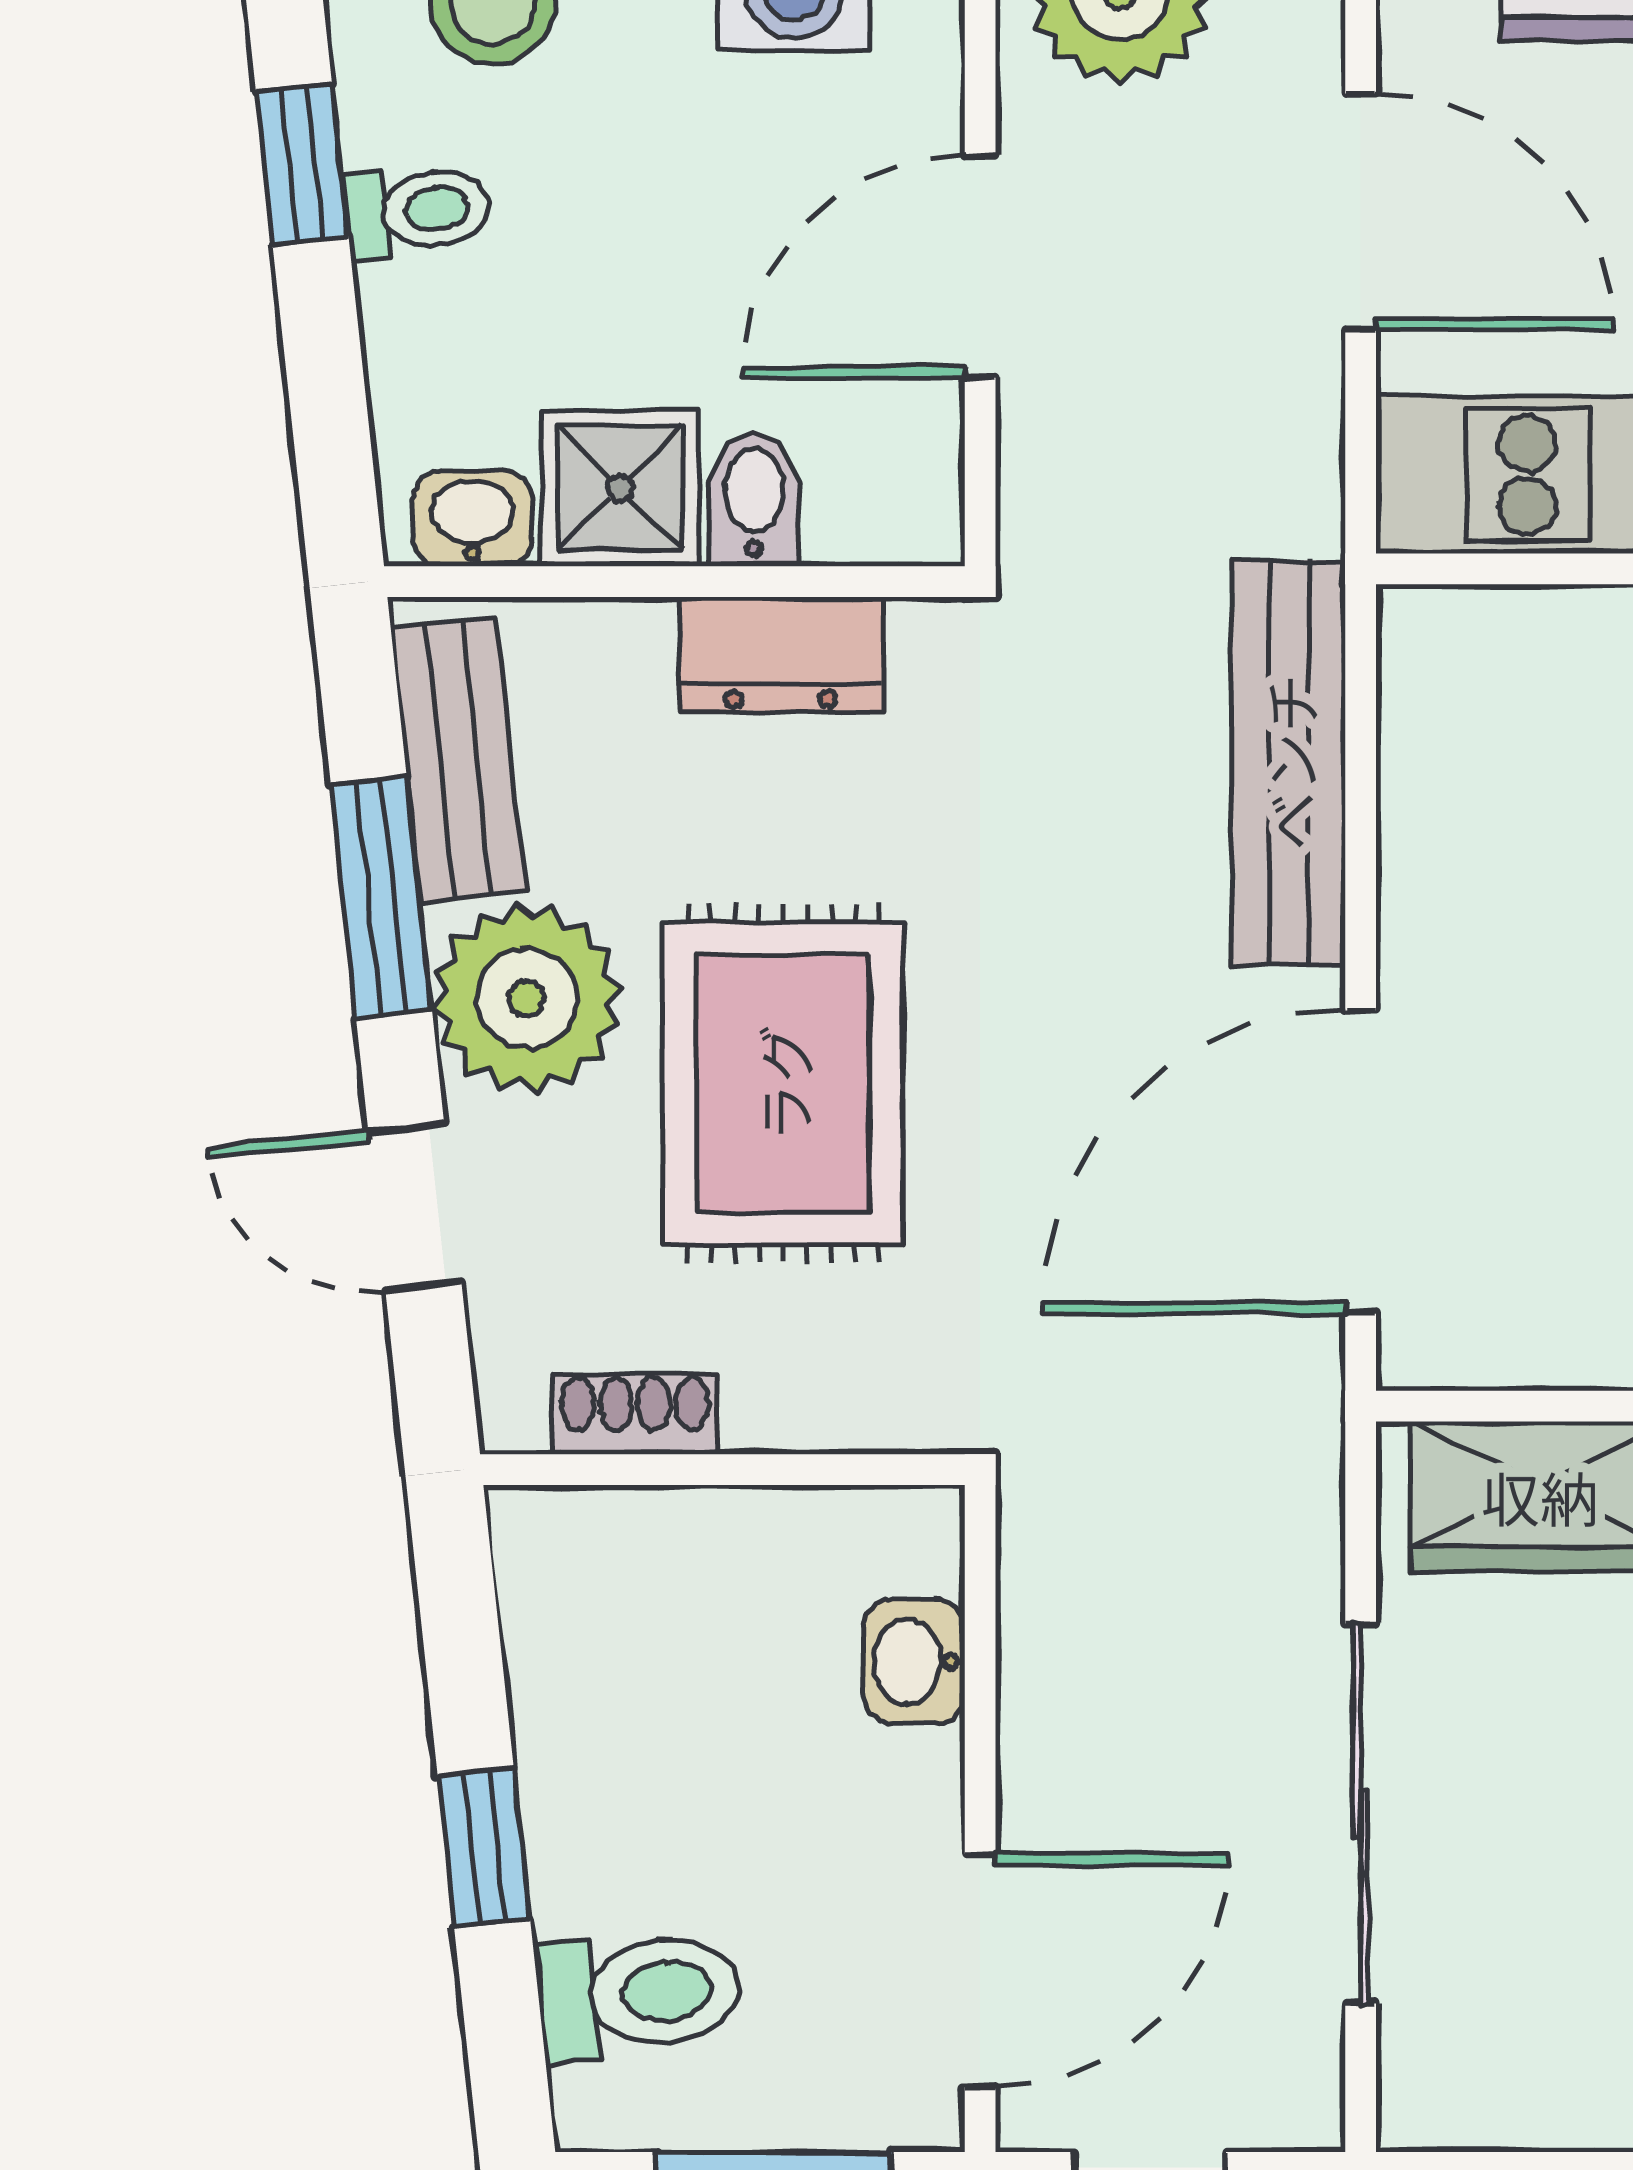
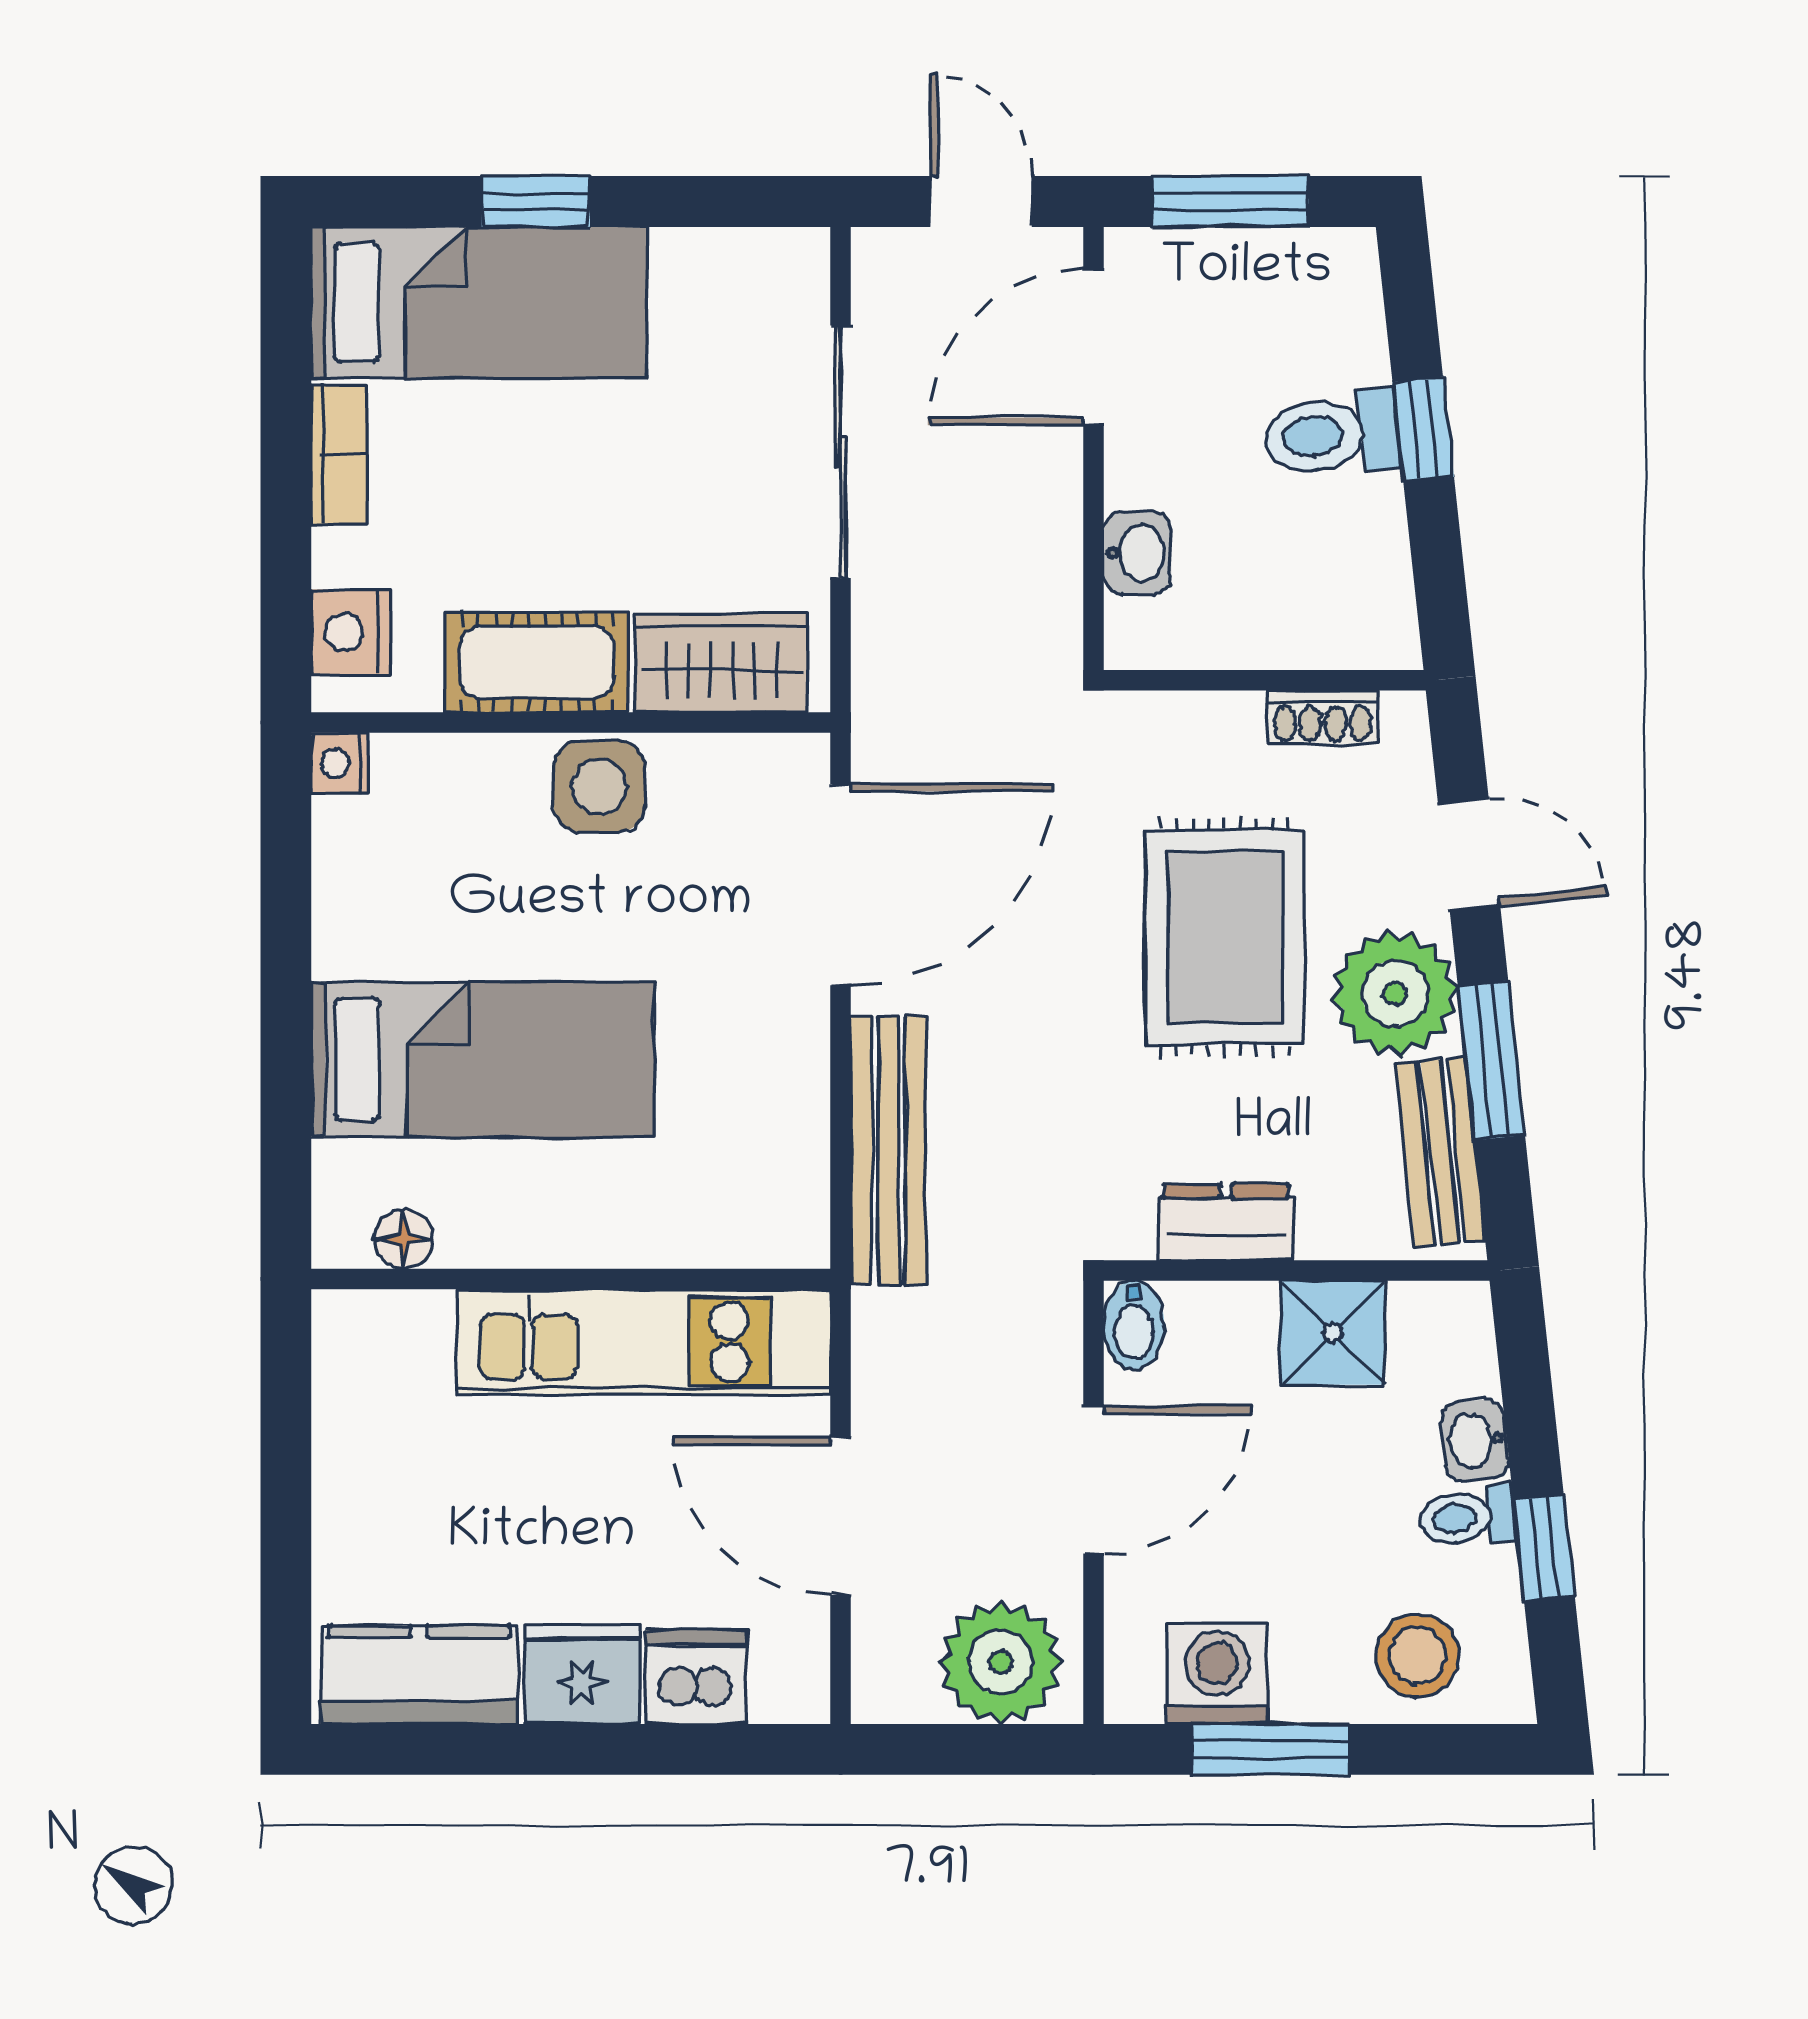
bidet: (754, 499) -> (1134, 1325), moved
washbasin: (472, 518) -> (1475, 1440), moved, turned 84
toilet: (639, 1994) -> (1331, 434), moved

